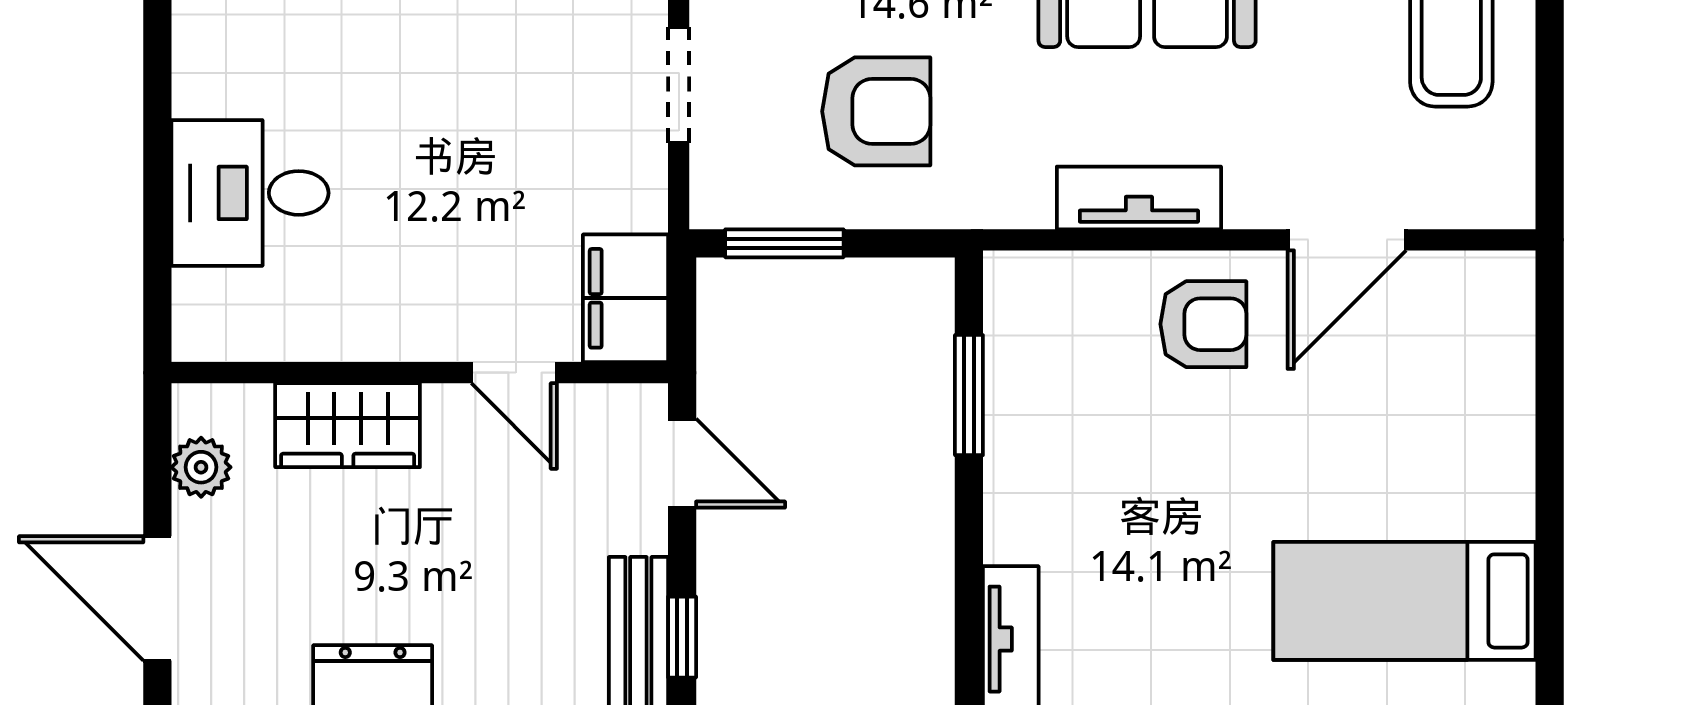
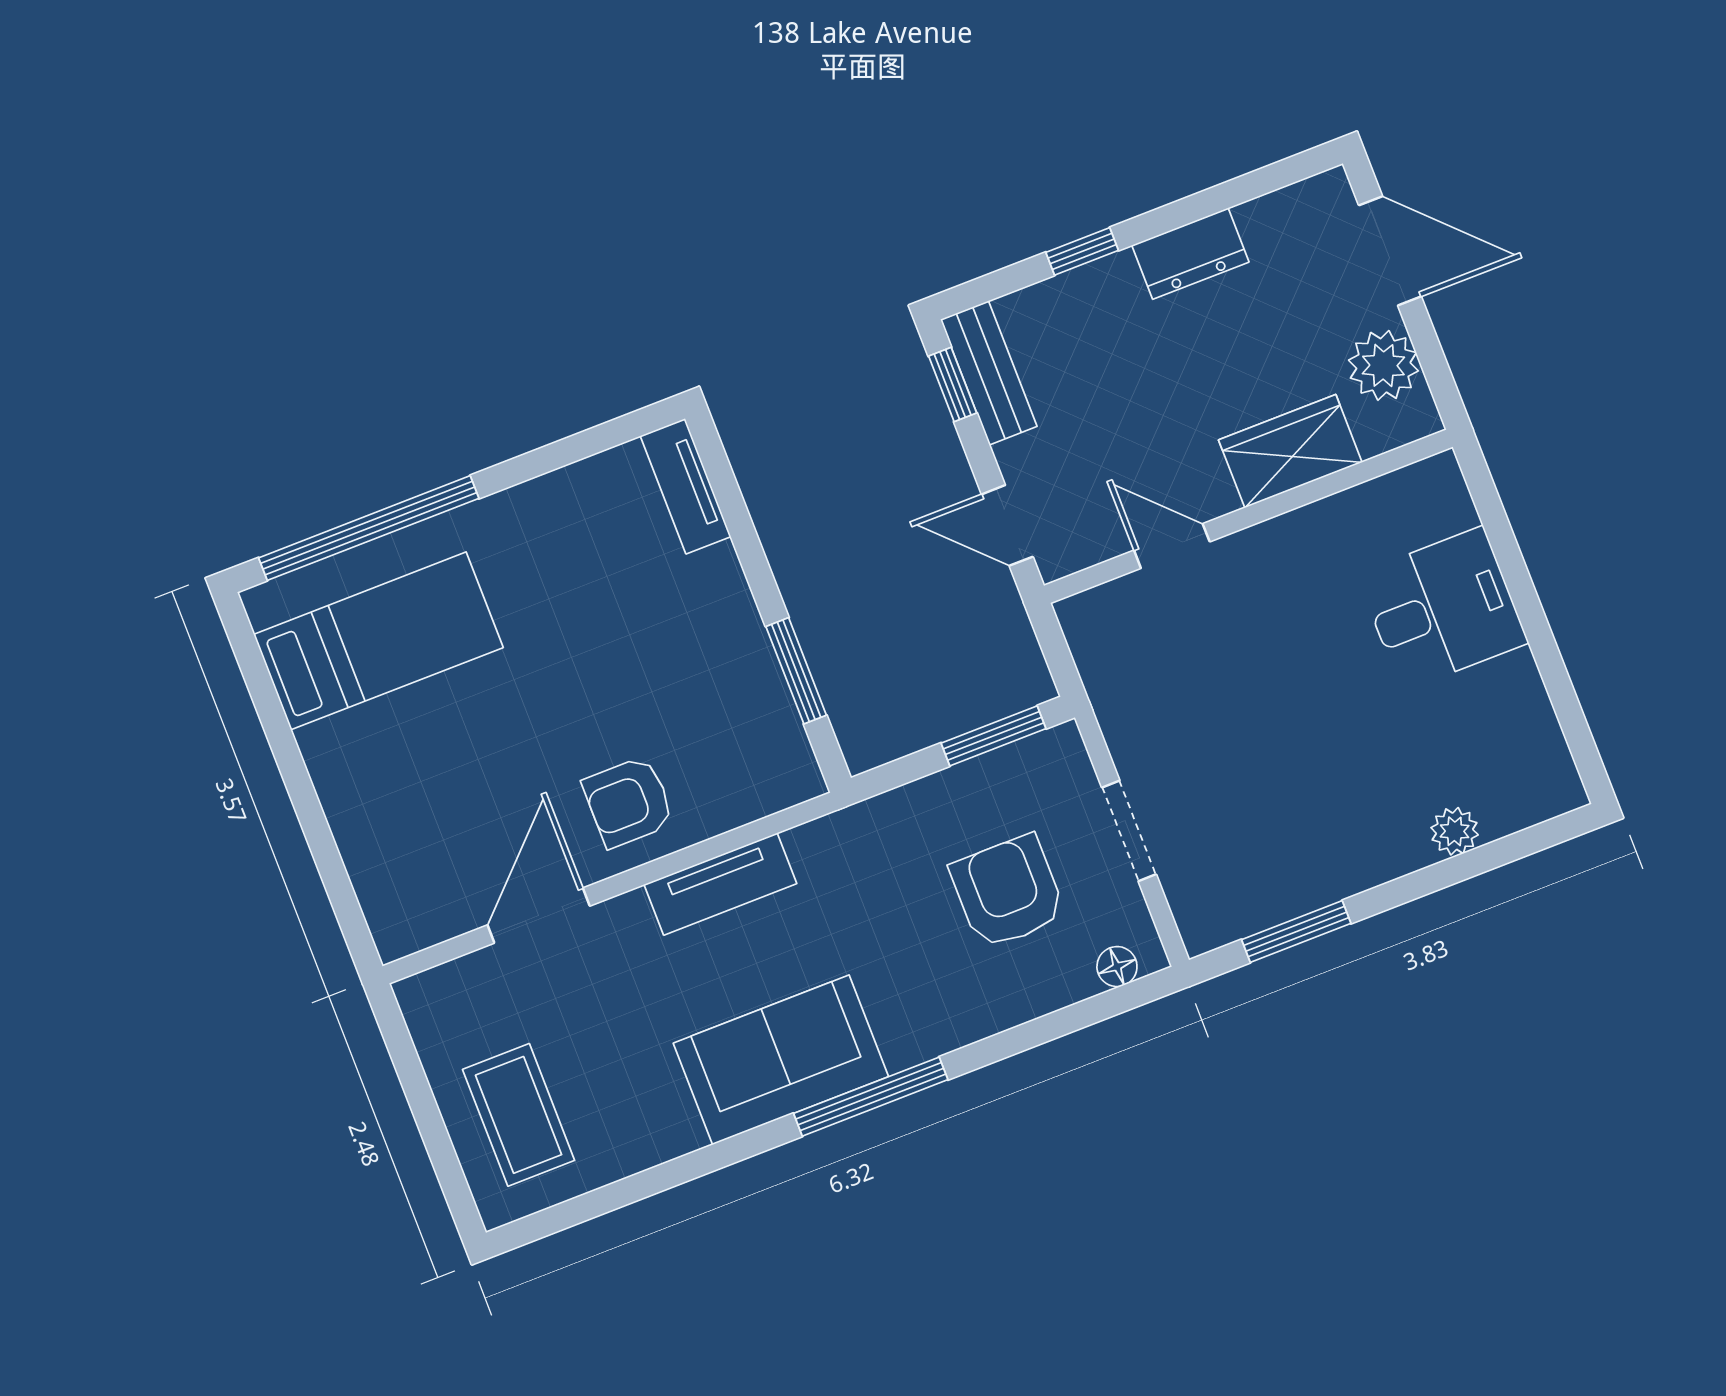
armchair: (876, 111) -> (1008, 892), moved, turned 90
filing cabinet: (625, 298) -> (1105, 641), removed
plant: (201, 467) -> (1383, 365), width x1.38, depth x1.38

